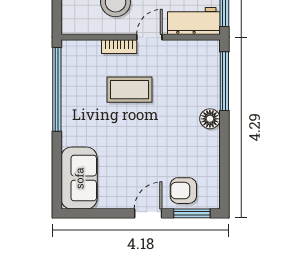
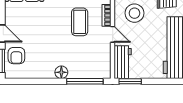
armchair: (183, 191) -> (16, 56), turned 180

